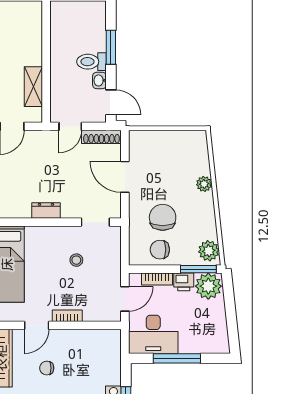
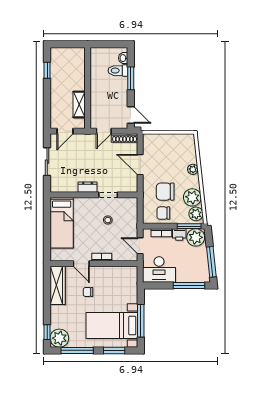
toilet: (92, 62) -> (118, 71), moved
washbasin: (99, 80) -> (123, 58), moved
chair: (163, 217) -> (165, 192), turned -90
doorway: (95, 222) -> (108, 195), moved
plant: (203, 226) -> (192, 197), added
door: (125, 299) -> (140, 246), swing flipped
window: (232, 323) -> (211, 262), added
door: (37, 325) -> (81, 264), hinge flipped
window: (177, 358) -> (189, 285), moved

